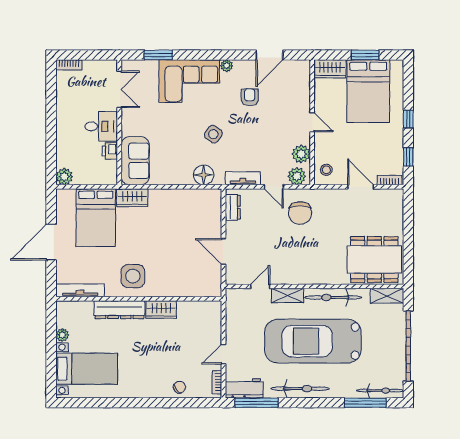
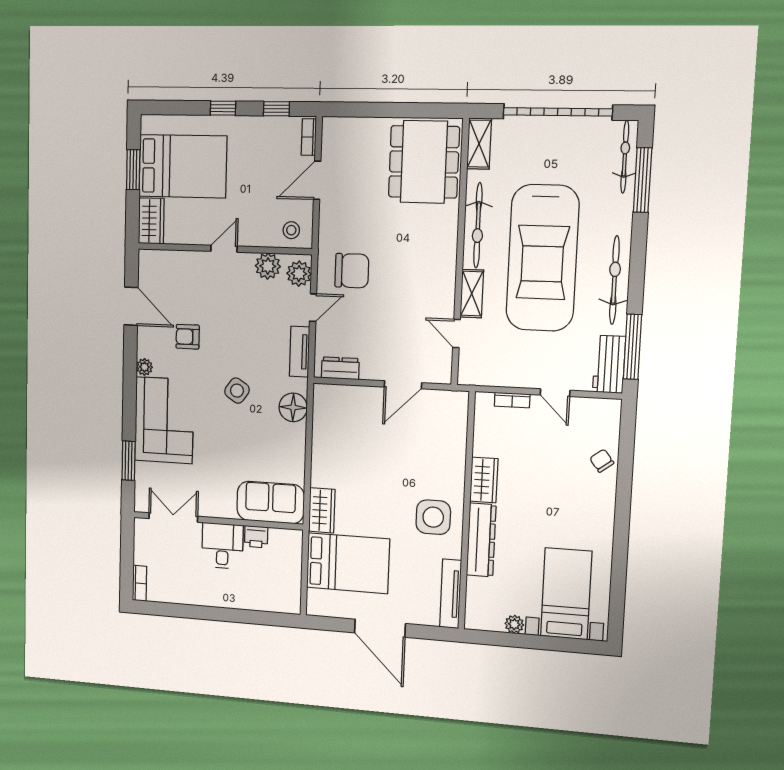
plant: (64, 177) -> (289, 602), removed
bookcase: (217, 382) -> (512, 400), moved

